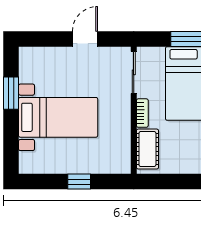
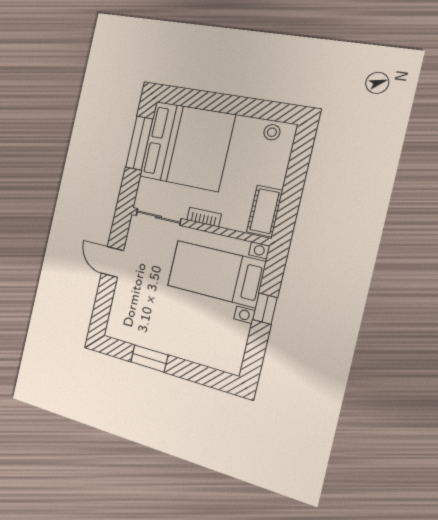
bed with nightstands: (58, 117) -> (216, 274), moved, turned -90
cot: (147, 149) -> (265, 211), moved, turned 90

